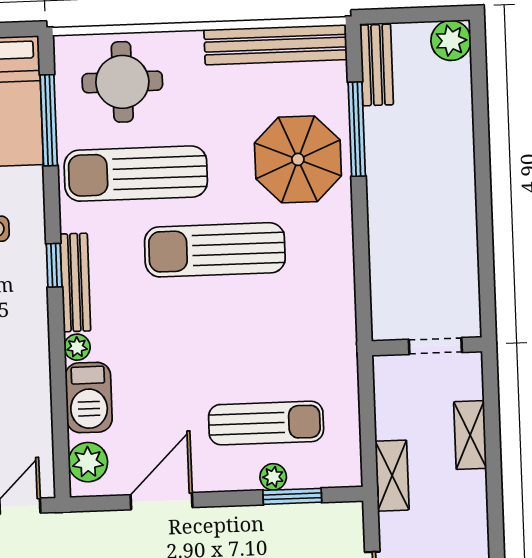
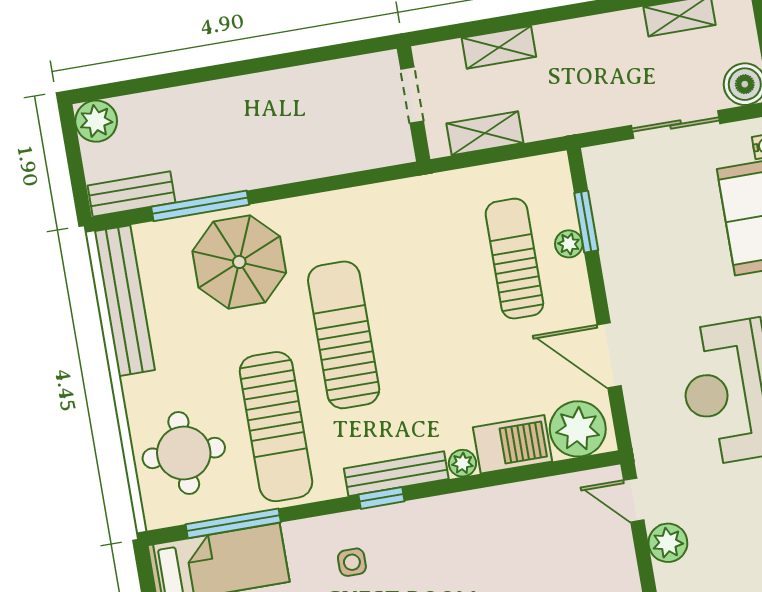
sun lounger: (215, 250) -> (344, 335), turned 180
plant: (88, 462) -> (578, 429), width x1.36, depth x1.36
shelving: (392, 476) -> (485, 133), moved

